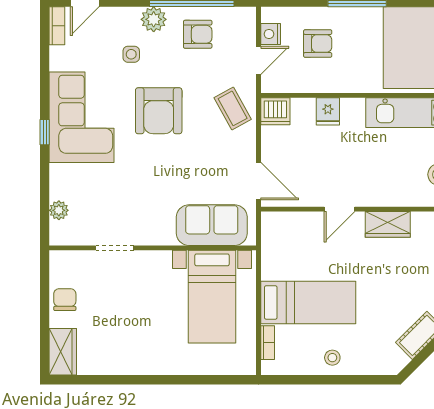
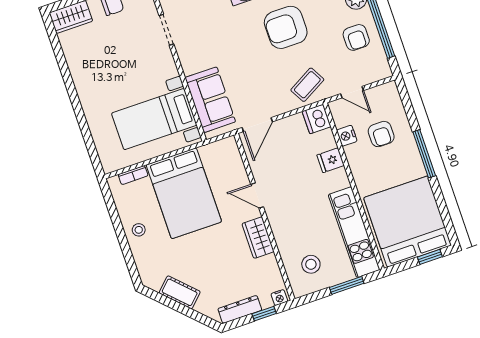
nightstand: (271, 34) -> (347, 136), moved, turned -90
bed: (308, 302) -> (184, 193), width x1.50

